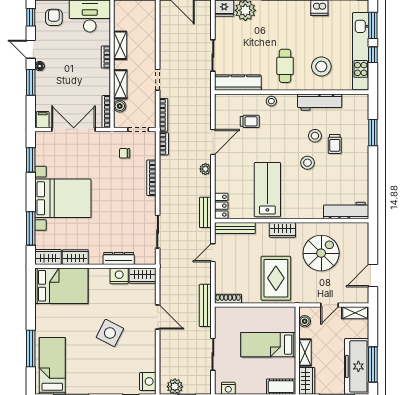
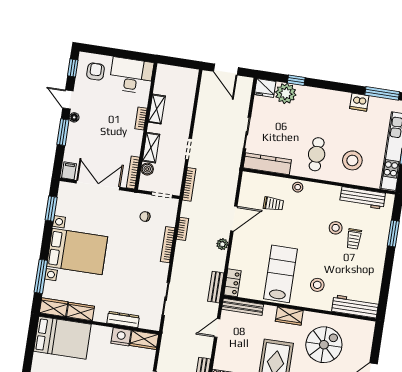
workbench: (320, 102) -> (362, 198), moved
bookcase: (164, 144) -> (183, 229), moved
stool: (307, 163) -> (317, 285), moved

